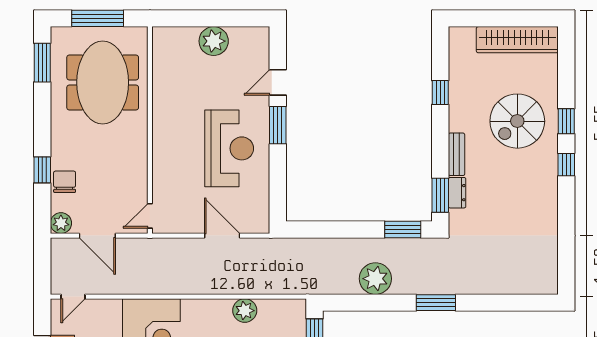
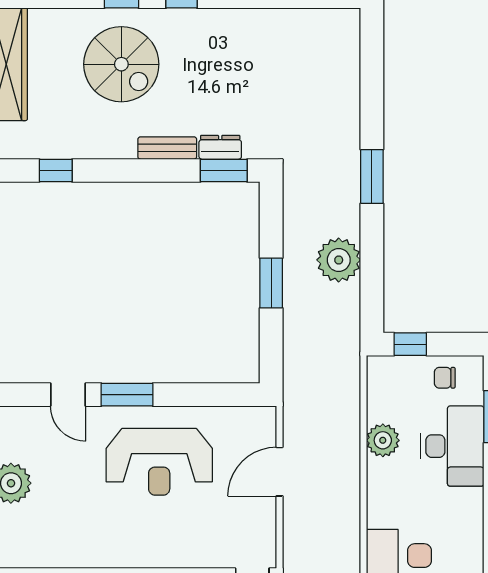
window: (440, 93) -> (56, 170), moved
reception desk: (229, 148) -> (159, 462), turned 180
window: (403, 230) -> (271, 283), moved

